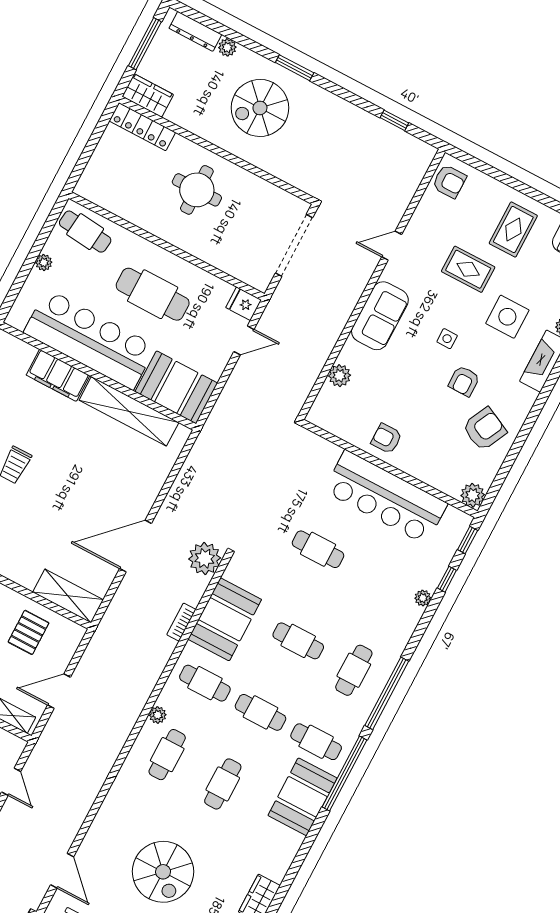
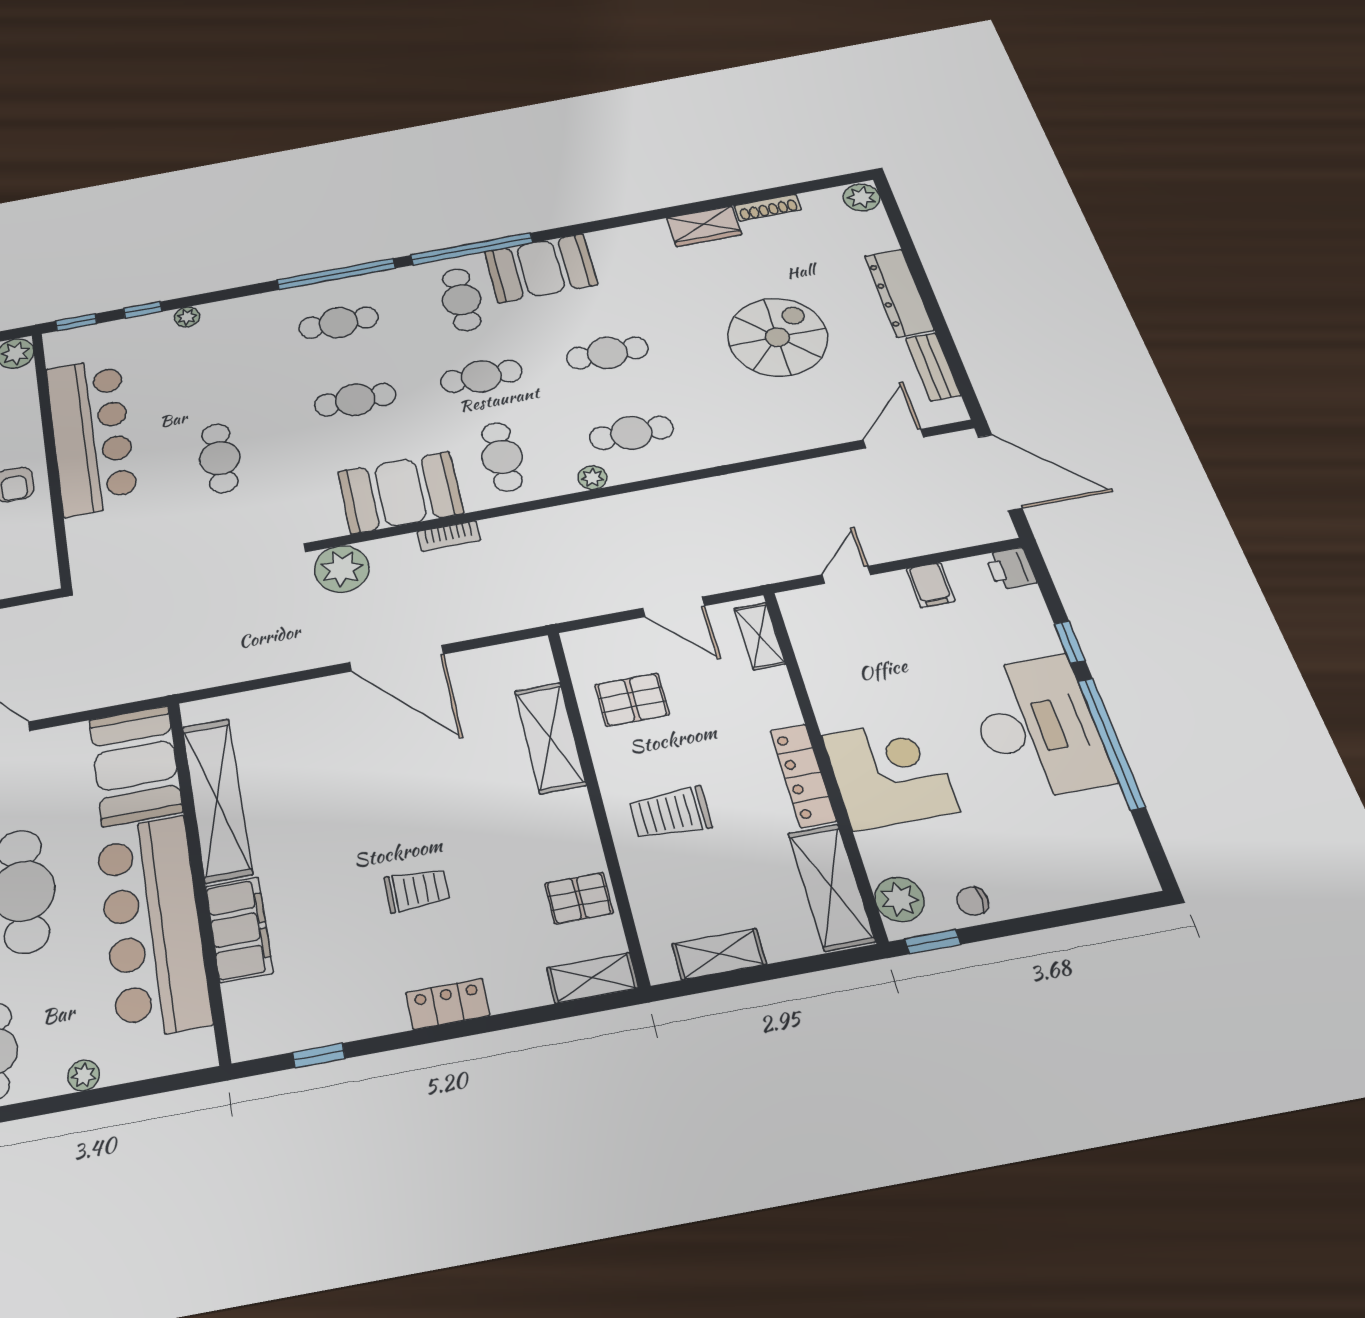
shelving: (68, 596) -> (550, 738), moved
cafe table: (298, 641) -> (355, 400), turned 90
cafe table: (261, 712) -> (481, 376), turned 90

